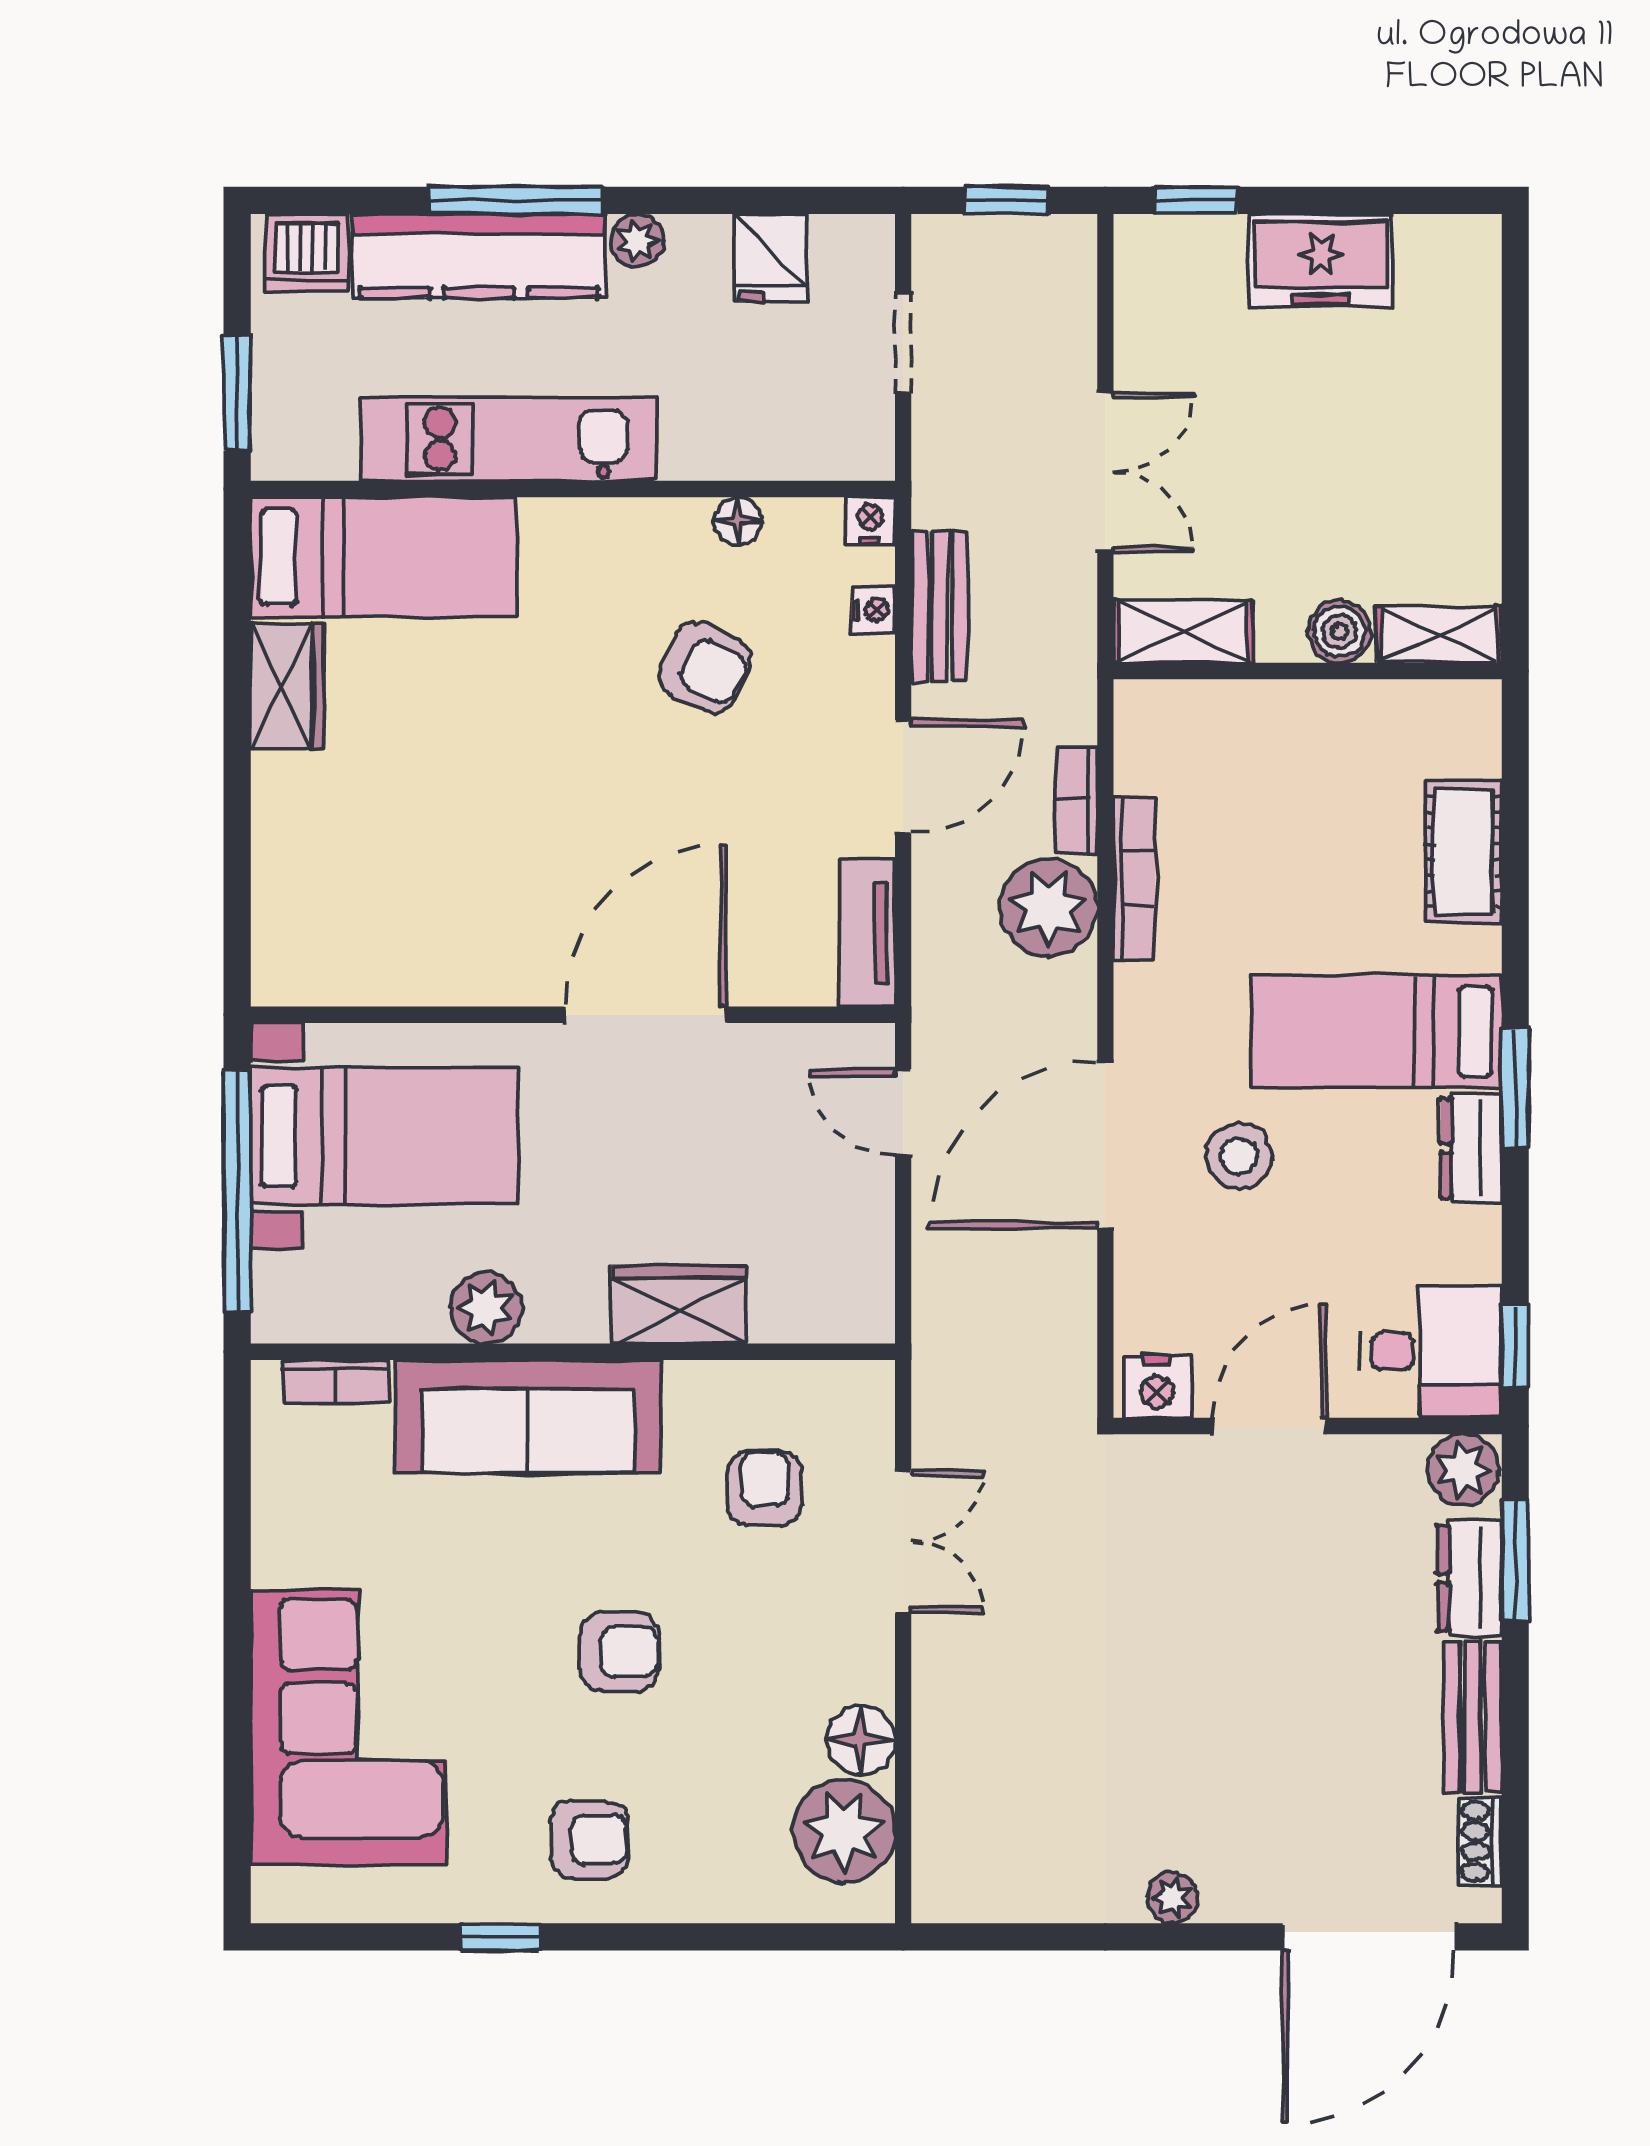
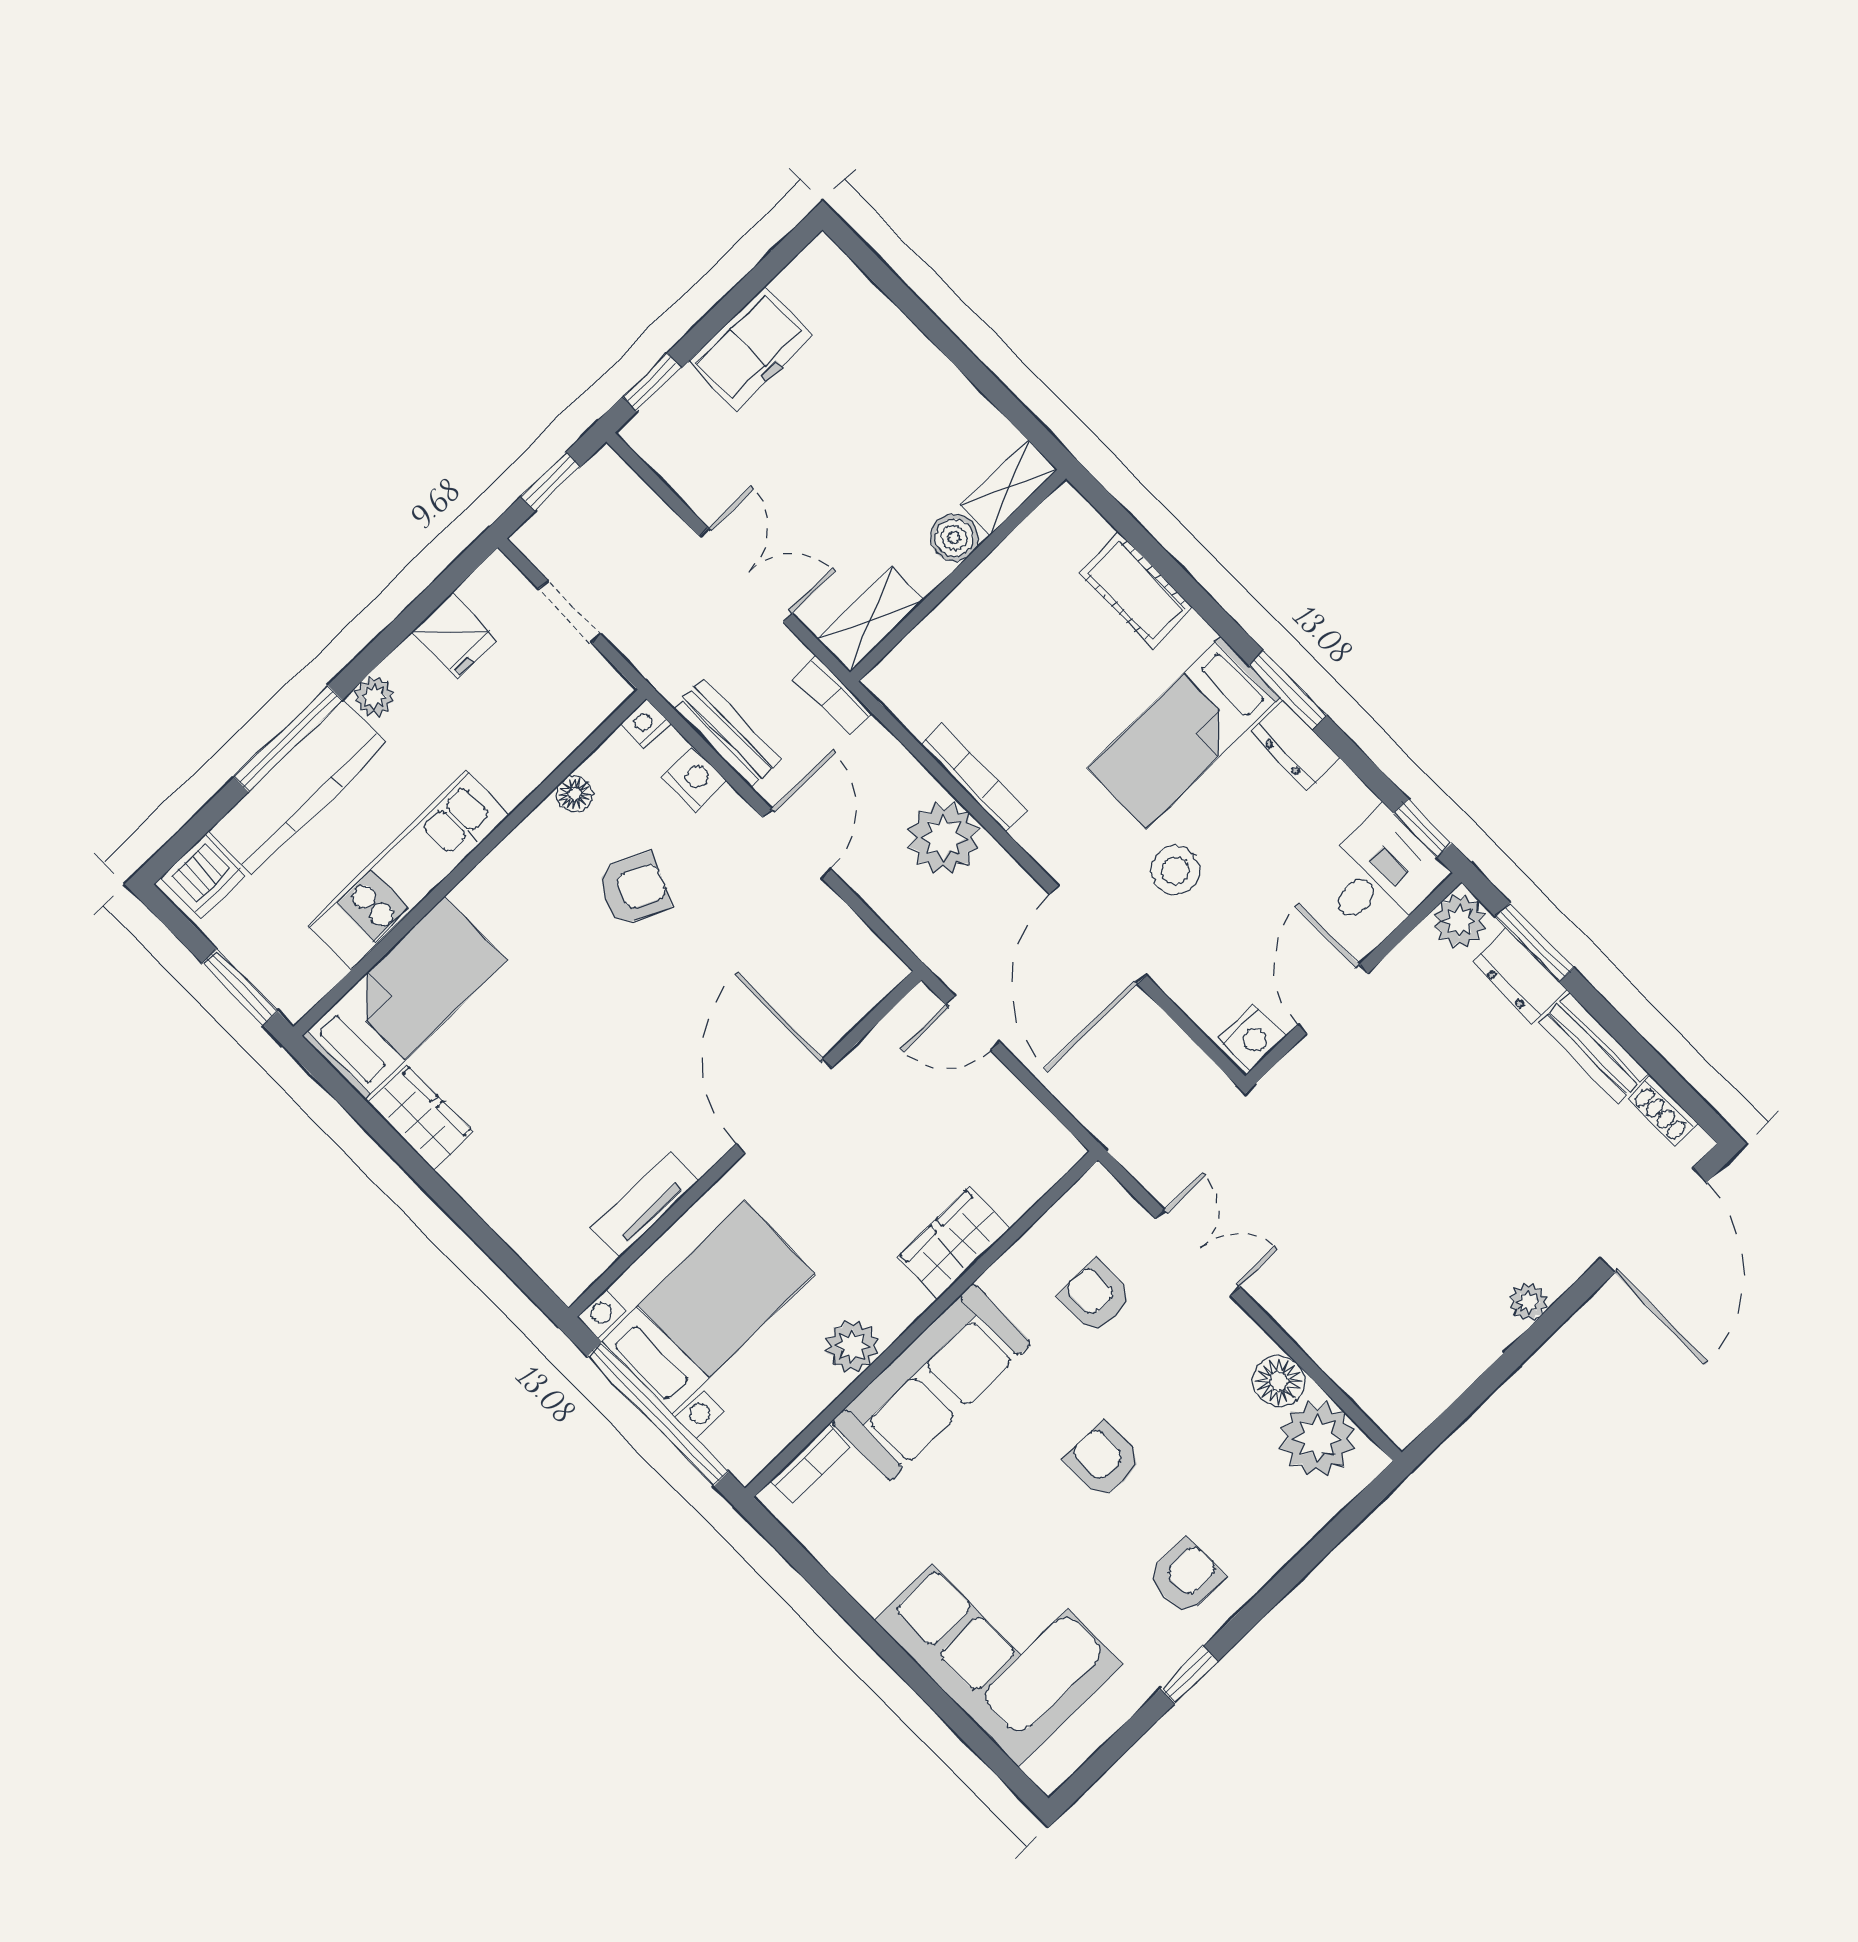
nightstand: (873, 610) -> (694, 779), width x1.39, depth x1.35
bookcase: (1076, 801) -> (833, 695), moved
tv unit: (867, 933) -> (644, 1205), moved, turned 90
armchair: (619, 1652) -> (1103, 1460), turned -90

